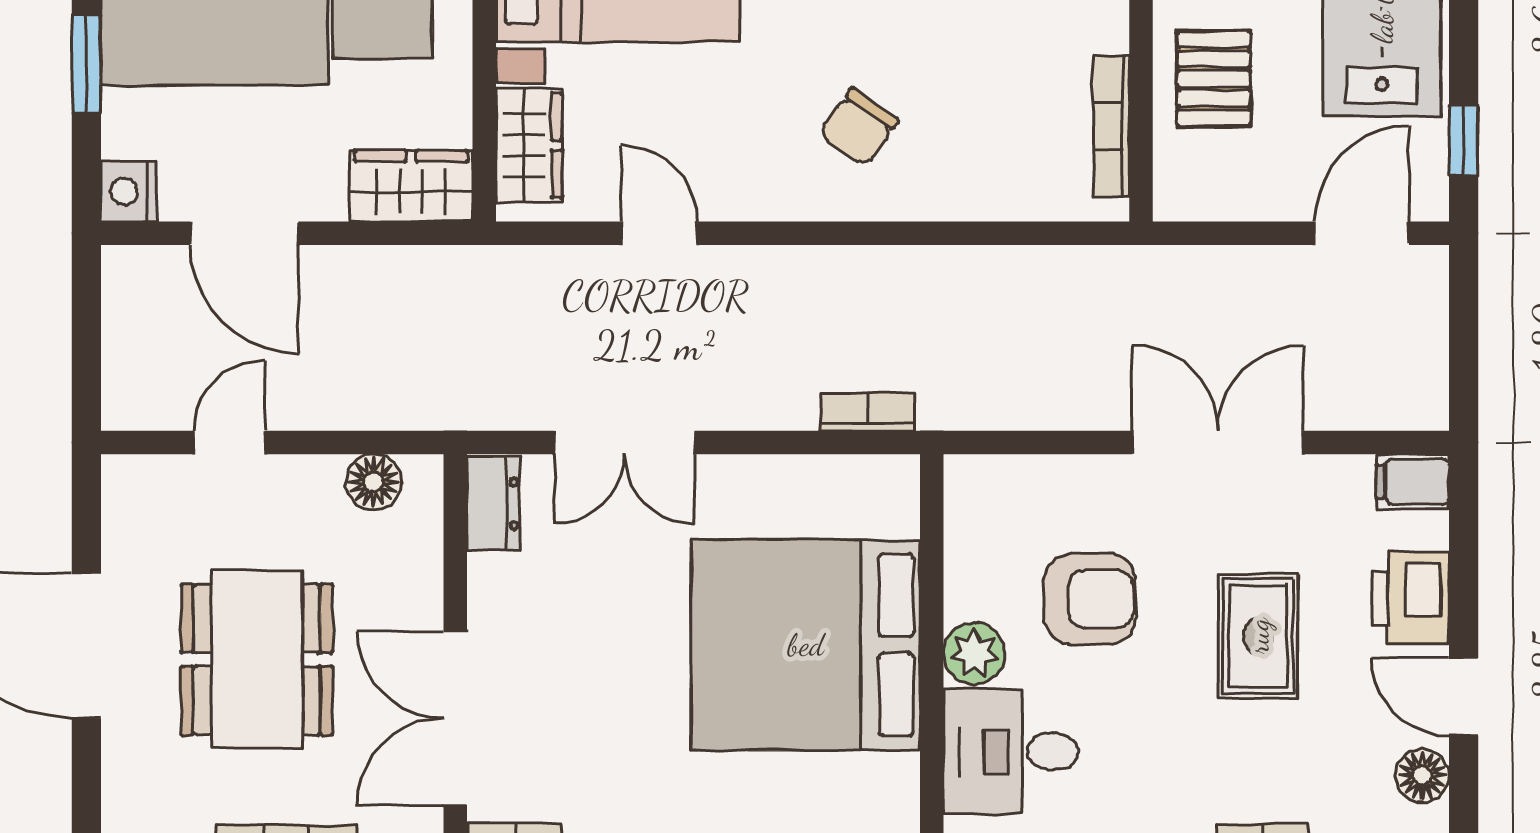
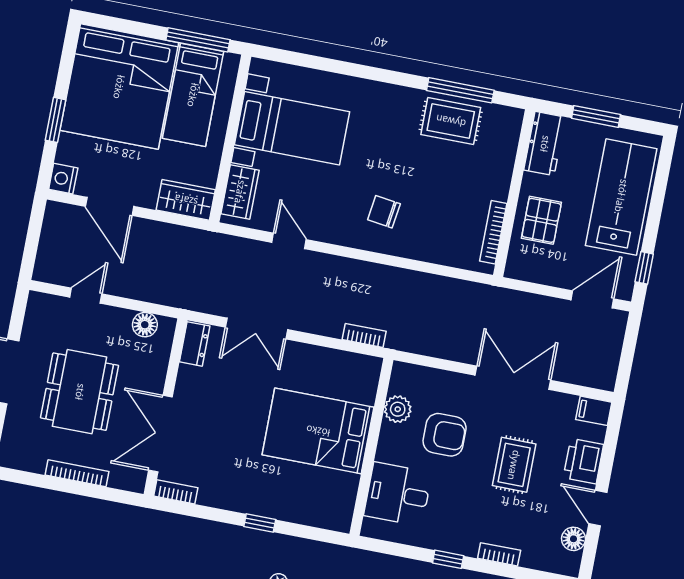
chair: (859, 127) -> (384, 212), turned 63
bed: (806, 645) -> (318, 431), width x0.73
plant: (974, 653) -> (398, 409), moved

